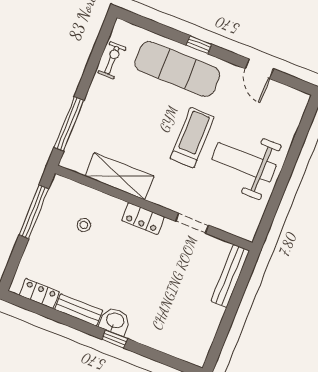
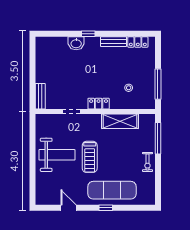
exercise bike: (112, 60) -> (147, 162), moved
bench: (230, 276) -> (40, 96), width x0.73
washbasin: (115, 321) -> (76, 43), moved

